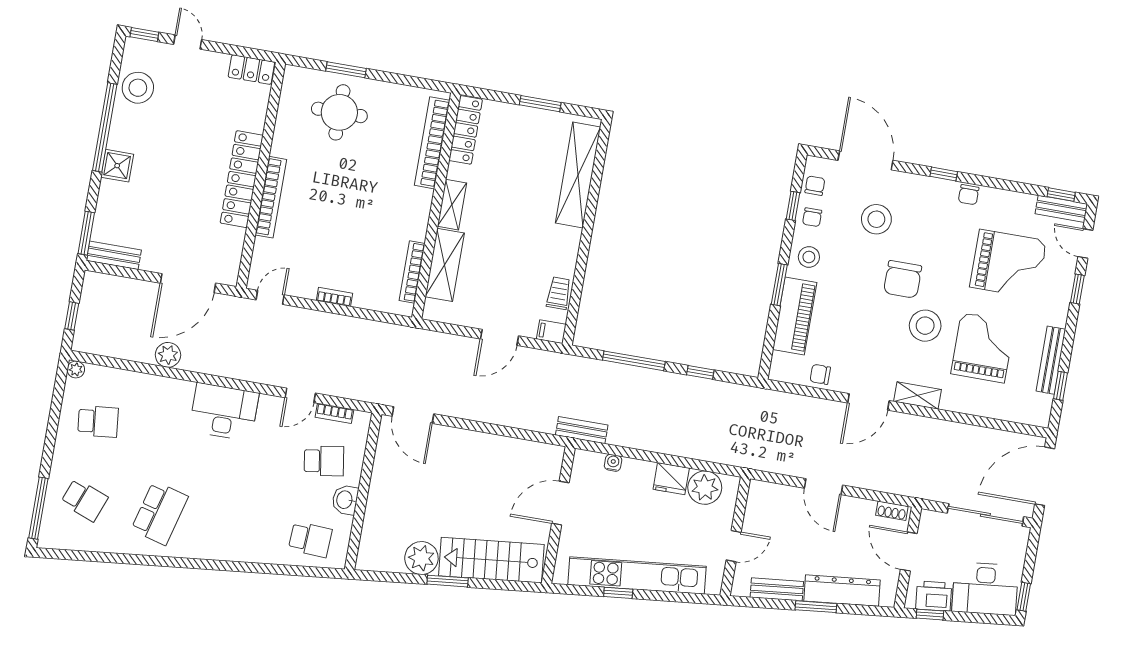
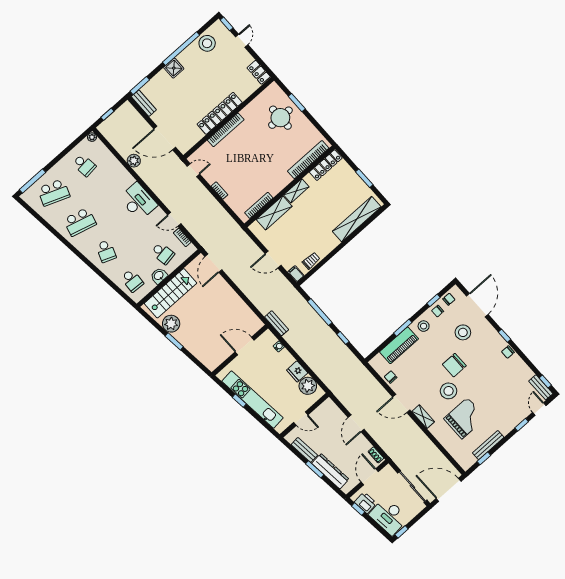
grand piano: (1008, 264) -> (502, 393), removed
school desk: (84, 500) -> (54, 192), width x1.85
school desk: (235, 526) -> (106, 251), added
stairs: (491, 560) -> (170, 293), moved, turned 96

